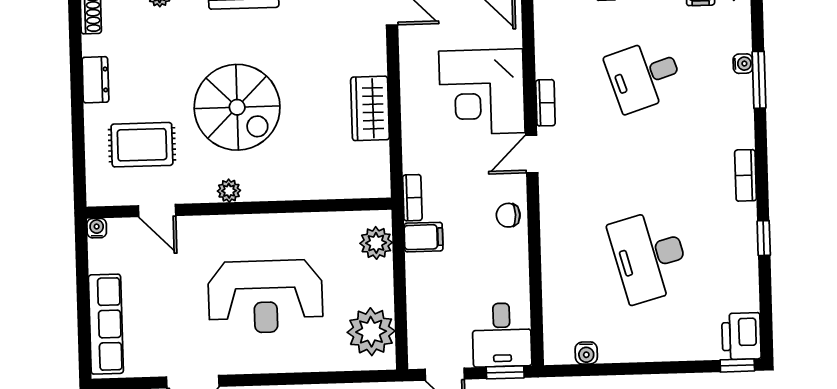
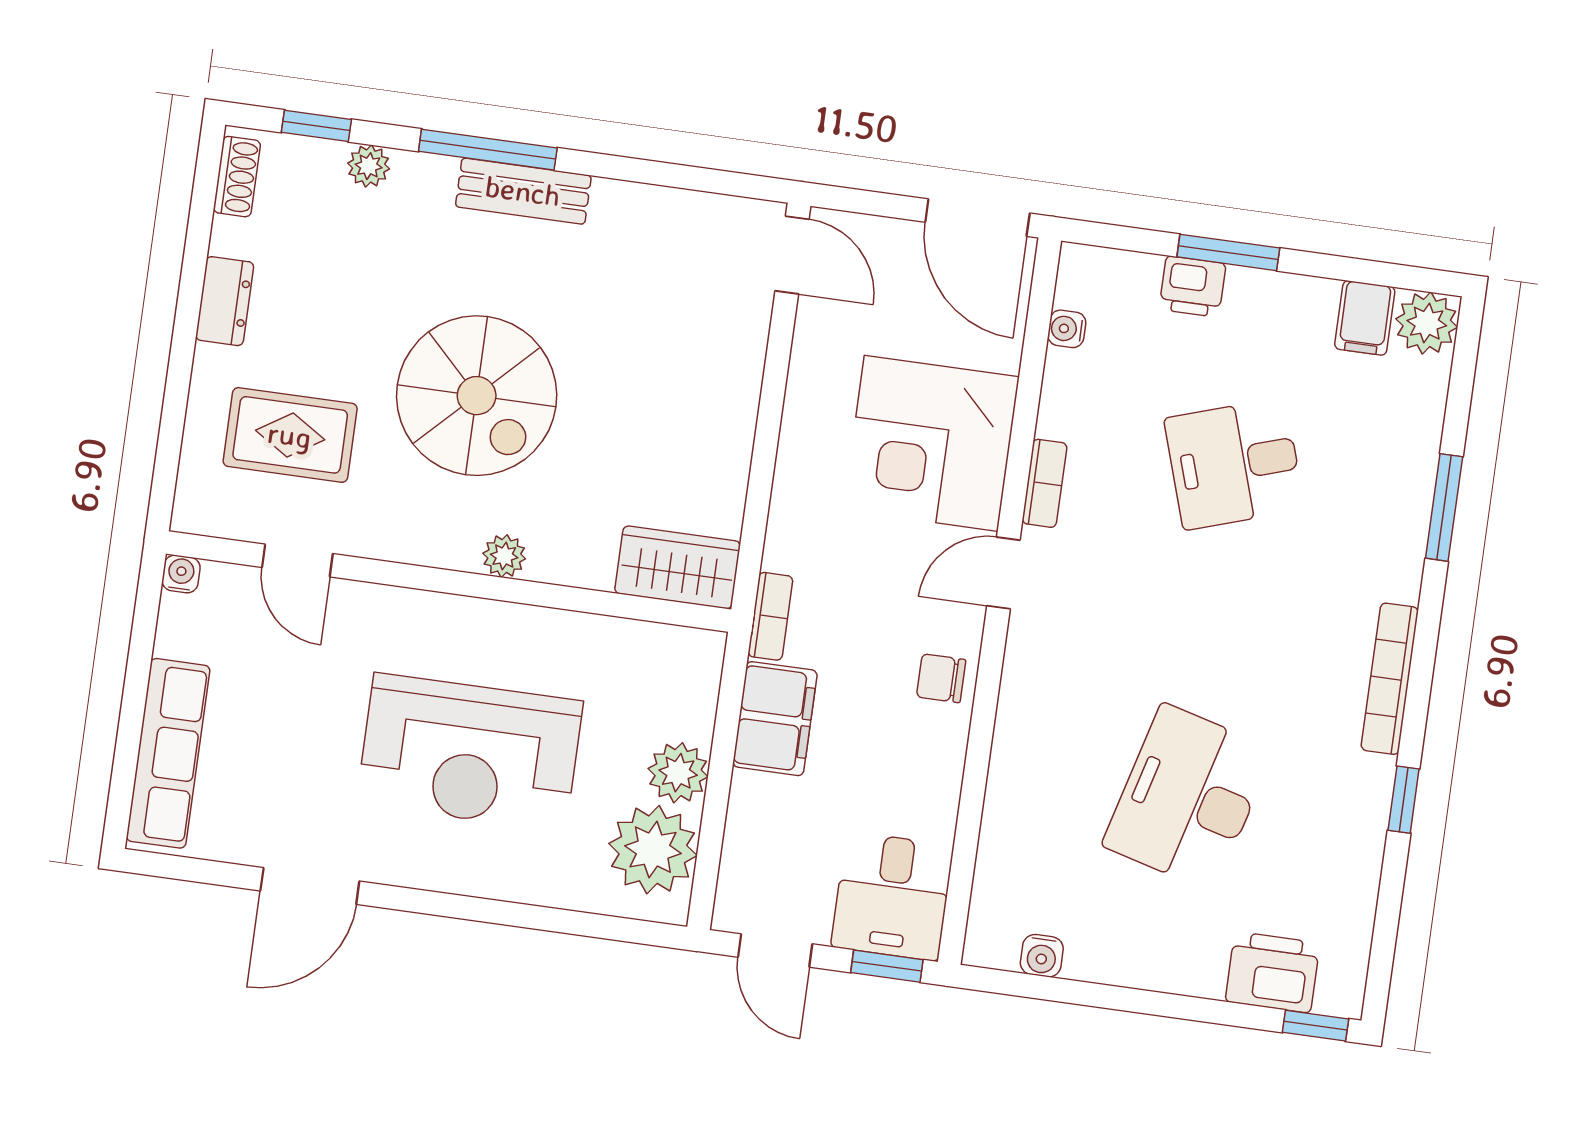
water cooler: (743, 64) -> (1067, 329), moved, turned 180
wardrobe: (370, 108) -> (678, 567), moved, turned 90
bookcase: (746, 175) -> (1390, 679), width x1.56
plant: (229, 191) -> (504, 556), moved
filing cabinet: (423, 237) -> (775, 719), width x2.00
plant: (376, 243) -> (678, 773), moved
desk: (650, 256) -> (1188, 797), turned 30
printer: (741, 336) -> (1273, 972), moved, turned 90

